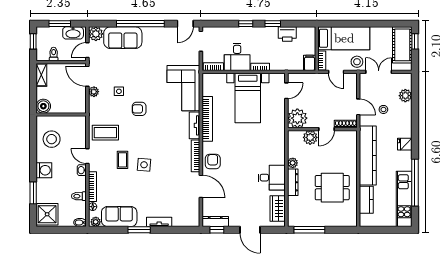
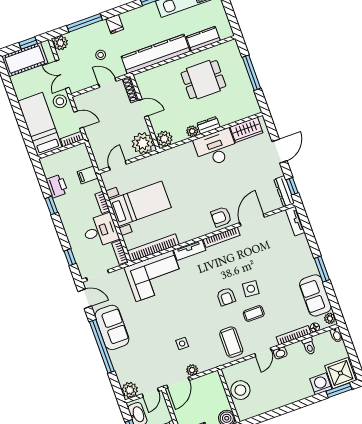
window: (246, 24) -> (70, 257), moved
sofa: (123, 38) -> (112, 327), moved
window: (415, 41) -> (28, 43), moved
door: (87, 50) -> (150, 393), hinge flipped
filing cabinet: (309, 63) -> (88, 175), moved
door: (336, 72) -> (79, 120), hinge flipped
door: (286, 91) -> (118, 165), hinge flipped
plant: (405, 96) -> (60, 43), moved
window: (415, 106) -> (85, 23), added
door: (358, 107) -> (107, 83), hinge flipped
armchair: (139, 109) -> (226, 297), moved
bookcase: (207, 119) -> (153, 248), moved
plant: (310, 137) -> (164, 139), moved
stool: (52, 139) -> (240, 390), moved
fridge: (405, 144) -> (115, 24), moved
washing machine: (44, 170) -> (321, 384), moved
desk: (272, 178) -> (216, 148), width x1.37
dresser: (293, 182) -> (208, 125), width x0.70
dining table: (332, 188) -> (203, 80), turned 90
window: (33, 193) -> (339, 390), moved
tv unit: (159, 222) -> (295, 221), moved
window: (309, 230) -> (251, 73), moved

